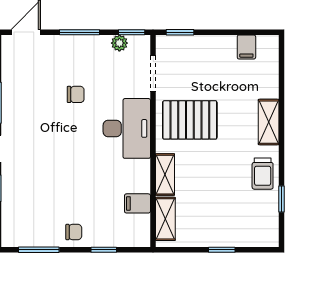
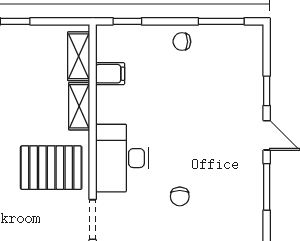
chair: (76, 94) -> (180, 196), turned -90
window: (104, 250) -> (127, 21), moved

